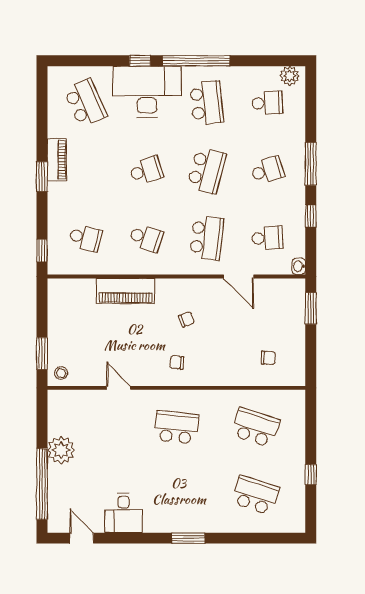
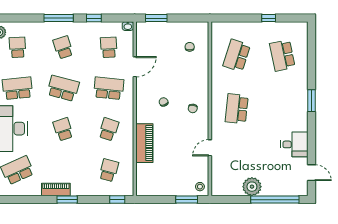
school desk: (255, 495) -> (282, 55), turned -30
door: (82, 538) -> (311, 173), swing flipped

